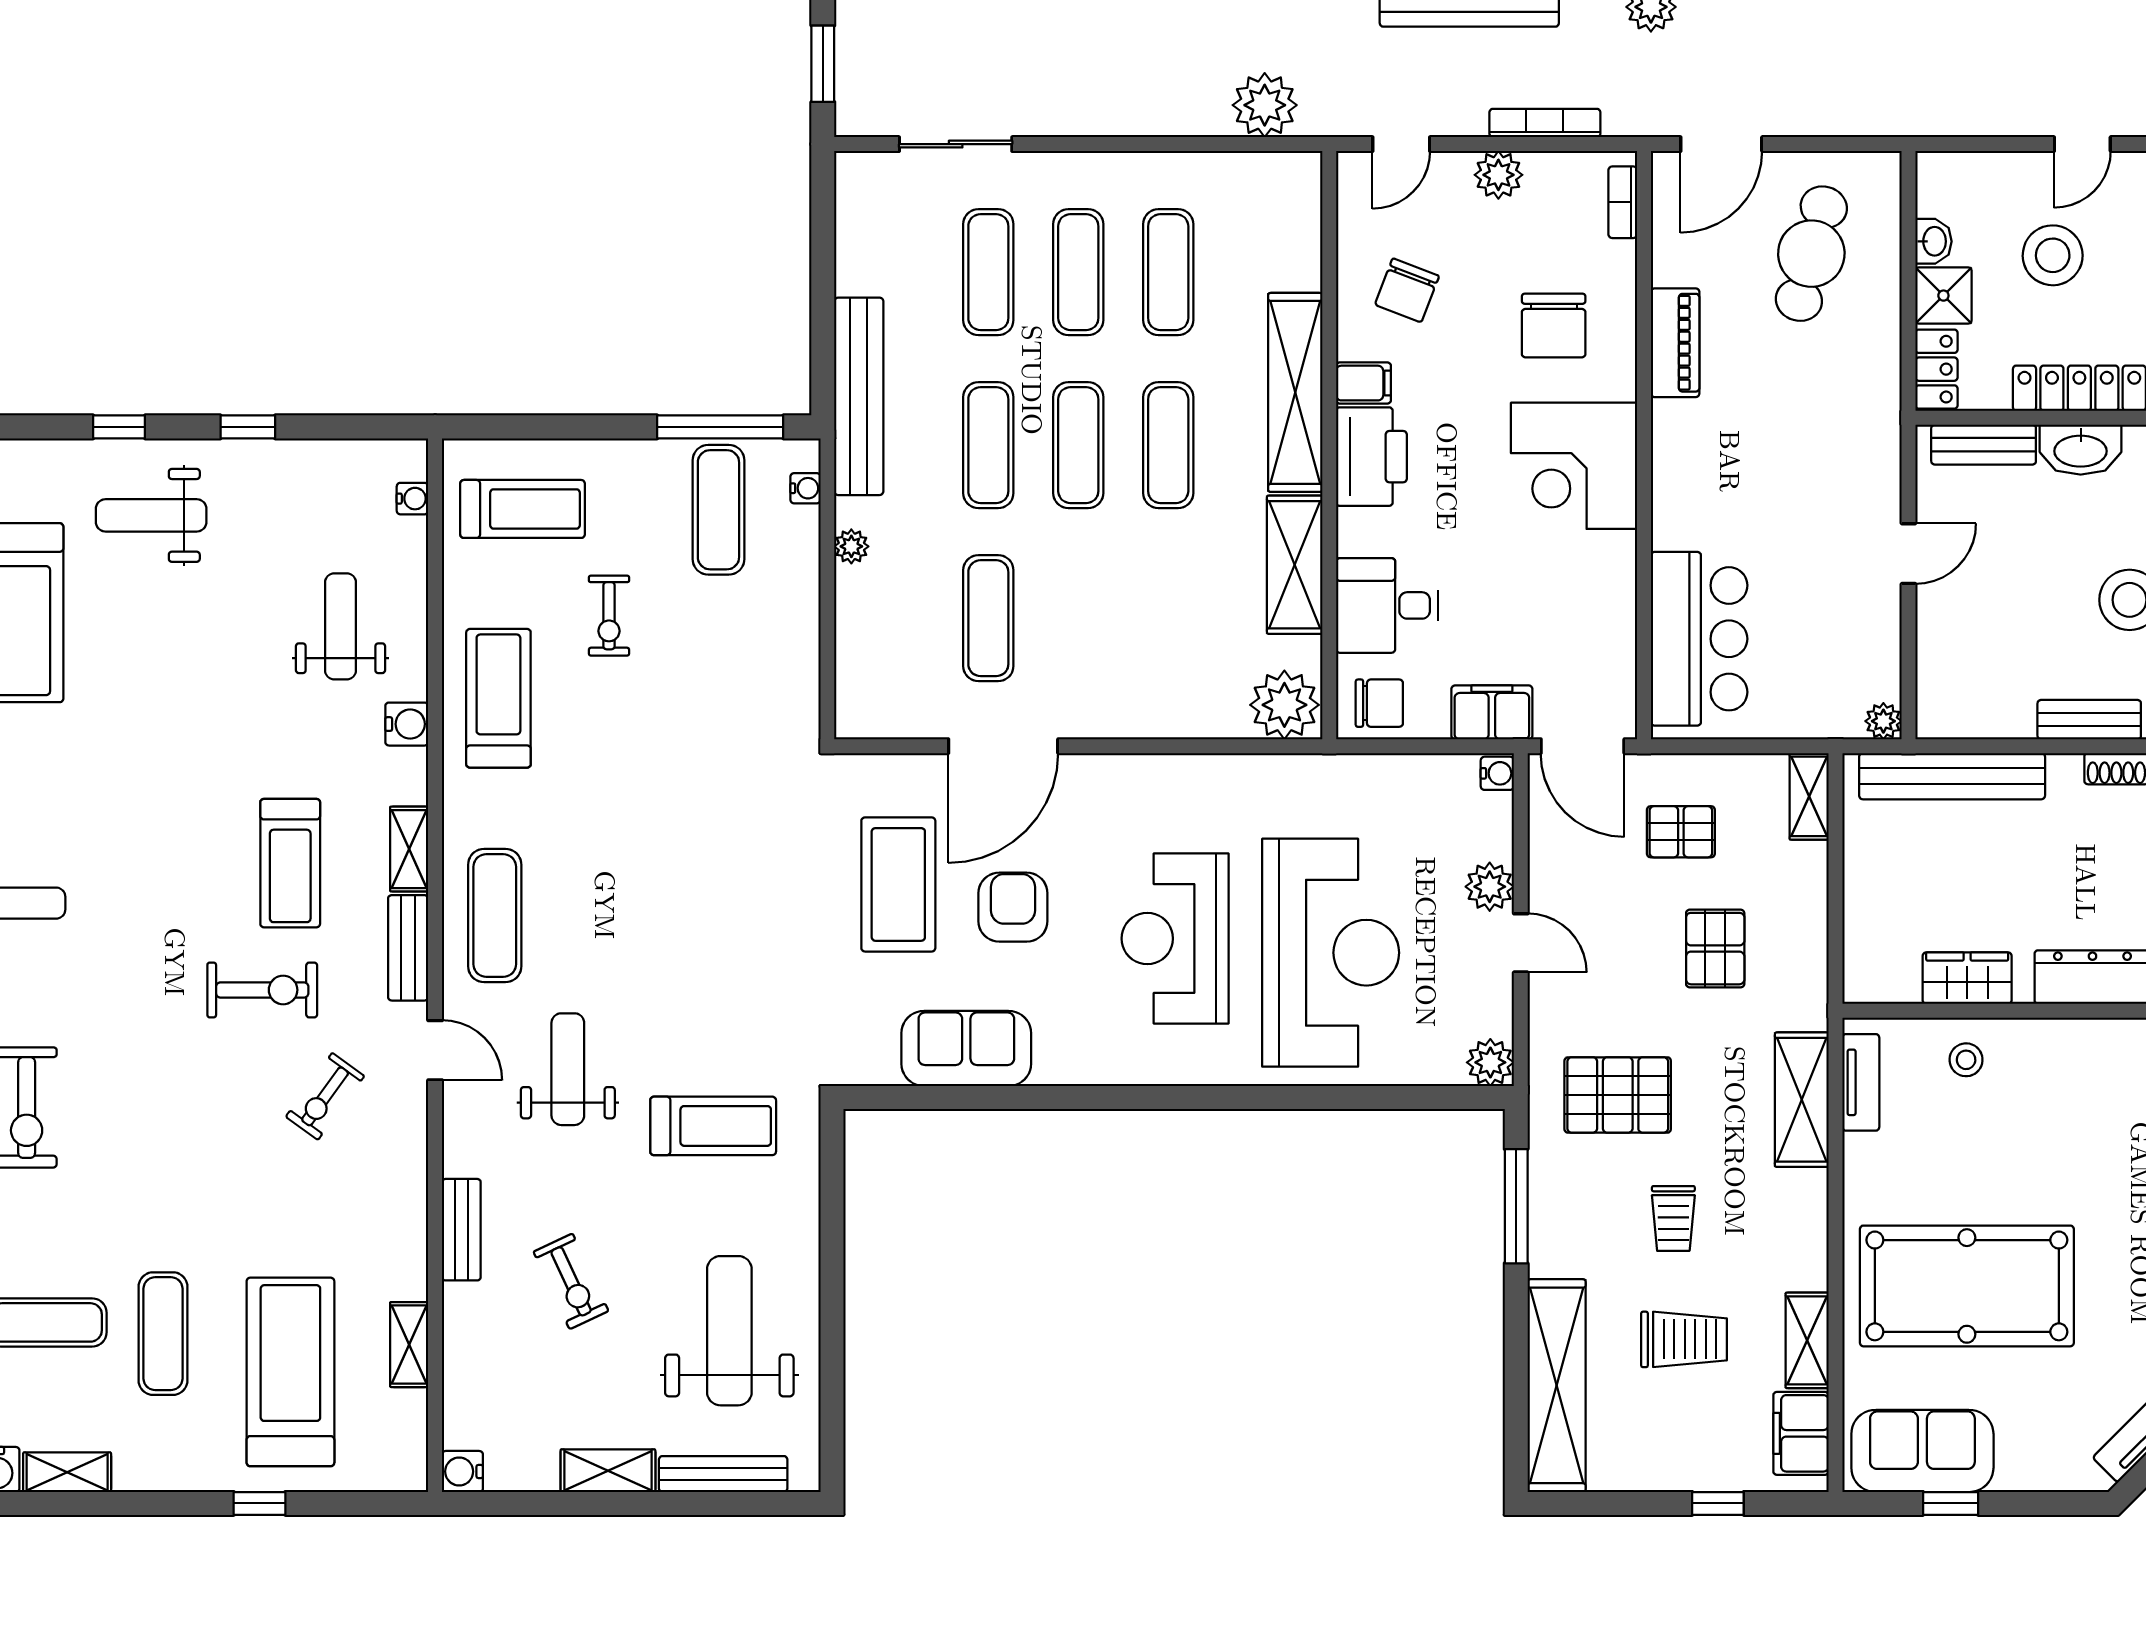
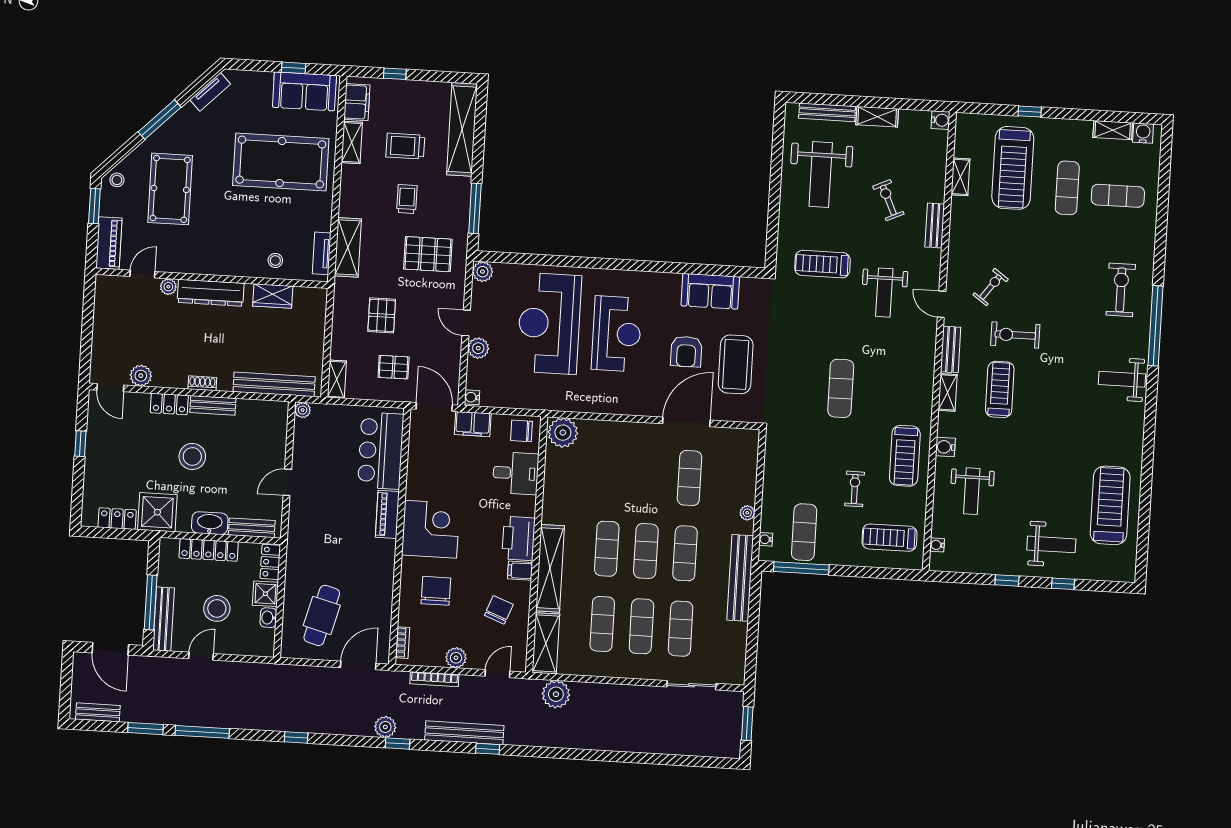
piano: (1675, 343) -> (387, 514), moved
shelving: (1295, 565) -> (546, 643), moved
exercise mat: (495, 916) -> (841, 388), moved

